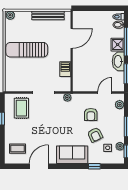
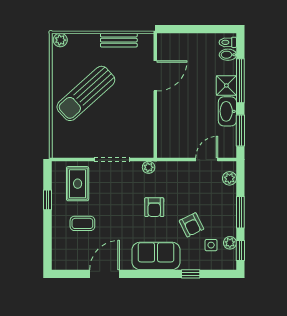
bench: (48, 15) -> (119, 40), width x0.73
sun lounger: (27, 50) -> (86, 93), turned -42
barbecue: (65, 69) -> (145, 123), removed
armchair: (91, 114) -> (154, 207), moved
coffee table: (17, 149) -> (82, 223), moved

